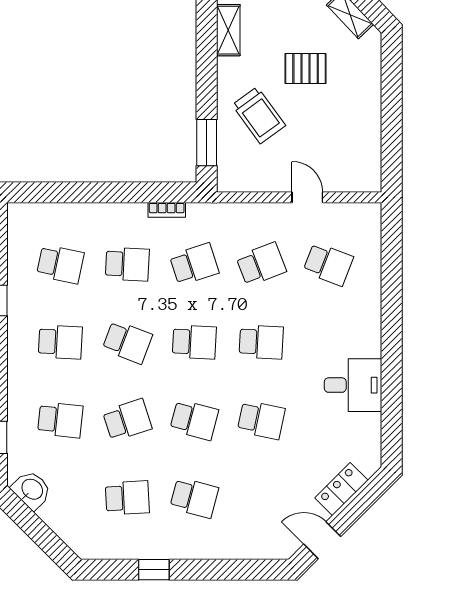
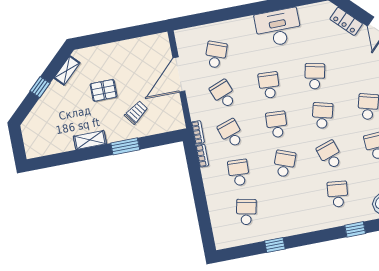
pallet: (306, 69) -> (104, 90), turned 90
trolley: (259, 115) -> (136, 112), width x0.73, depth x0.72
window: (207, 143) -> (125, 146), moved
door: (307, 197) -> (179, 75), width x1.88
bookcase: (206, 210) -> (198, 132), added
school desk: (60, 342) -> (292, 203), removed
desk: (353, 385) -> (278, 28), width x1.37

